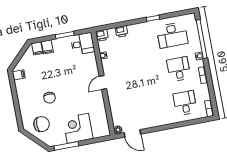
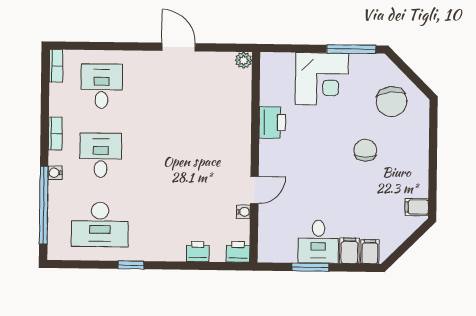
desk: (172, 35) -> (100, 225), turned 180
desk: (82, 44) -> (318, 242), moved, turned -90
desk: (179, 69) -> (101, 155), turned 180
door: (103, 82) -> (254, 190), moved
printer: (98, 102) -> (272, 122), added
desk: (185, 103) -> (102, 86), turned 180
chair: (42, 124) -> (391, 102), turned -96
door: (132, 133) -> (179, 47), moved

